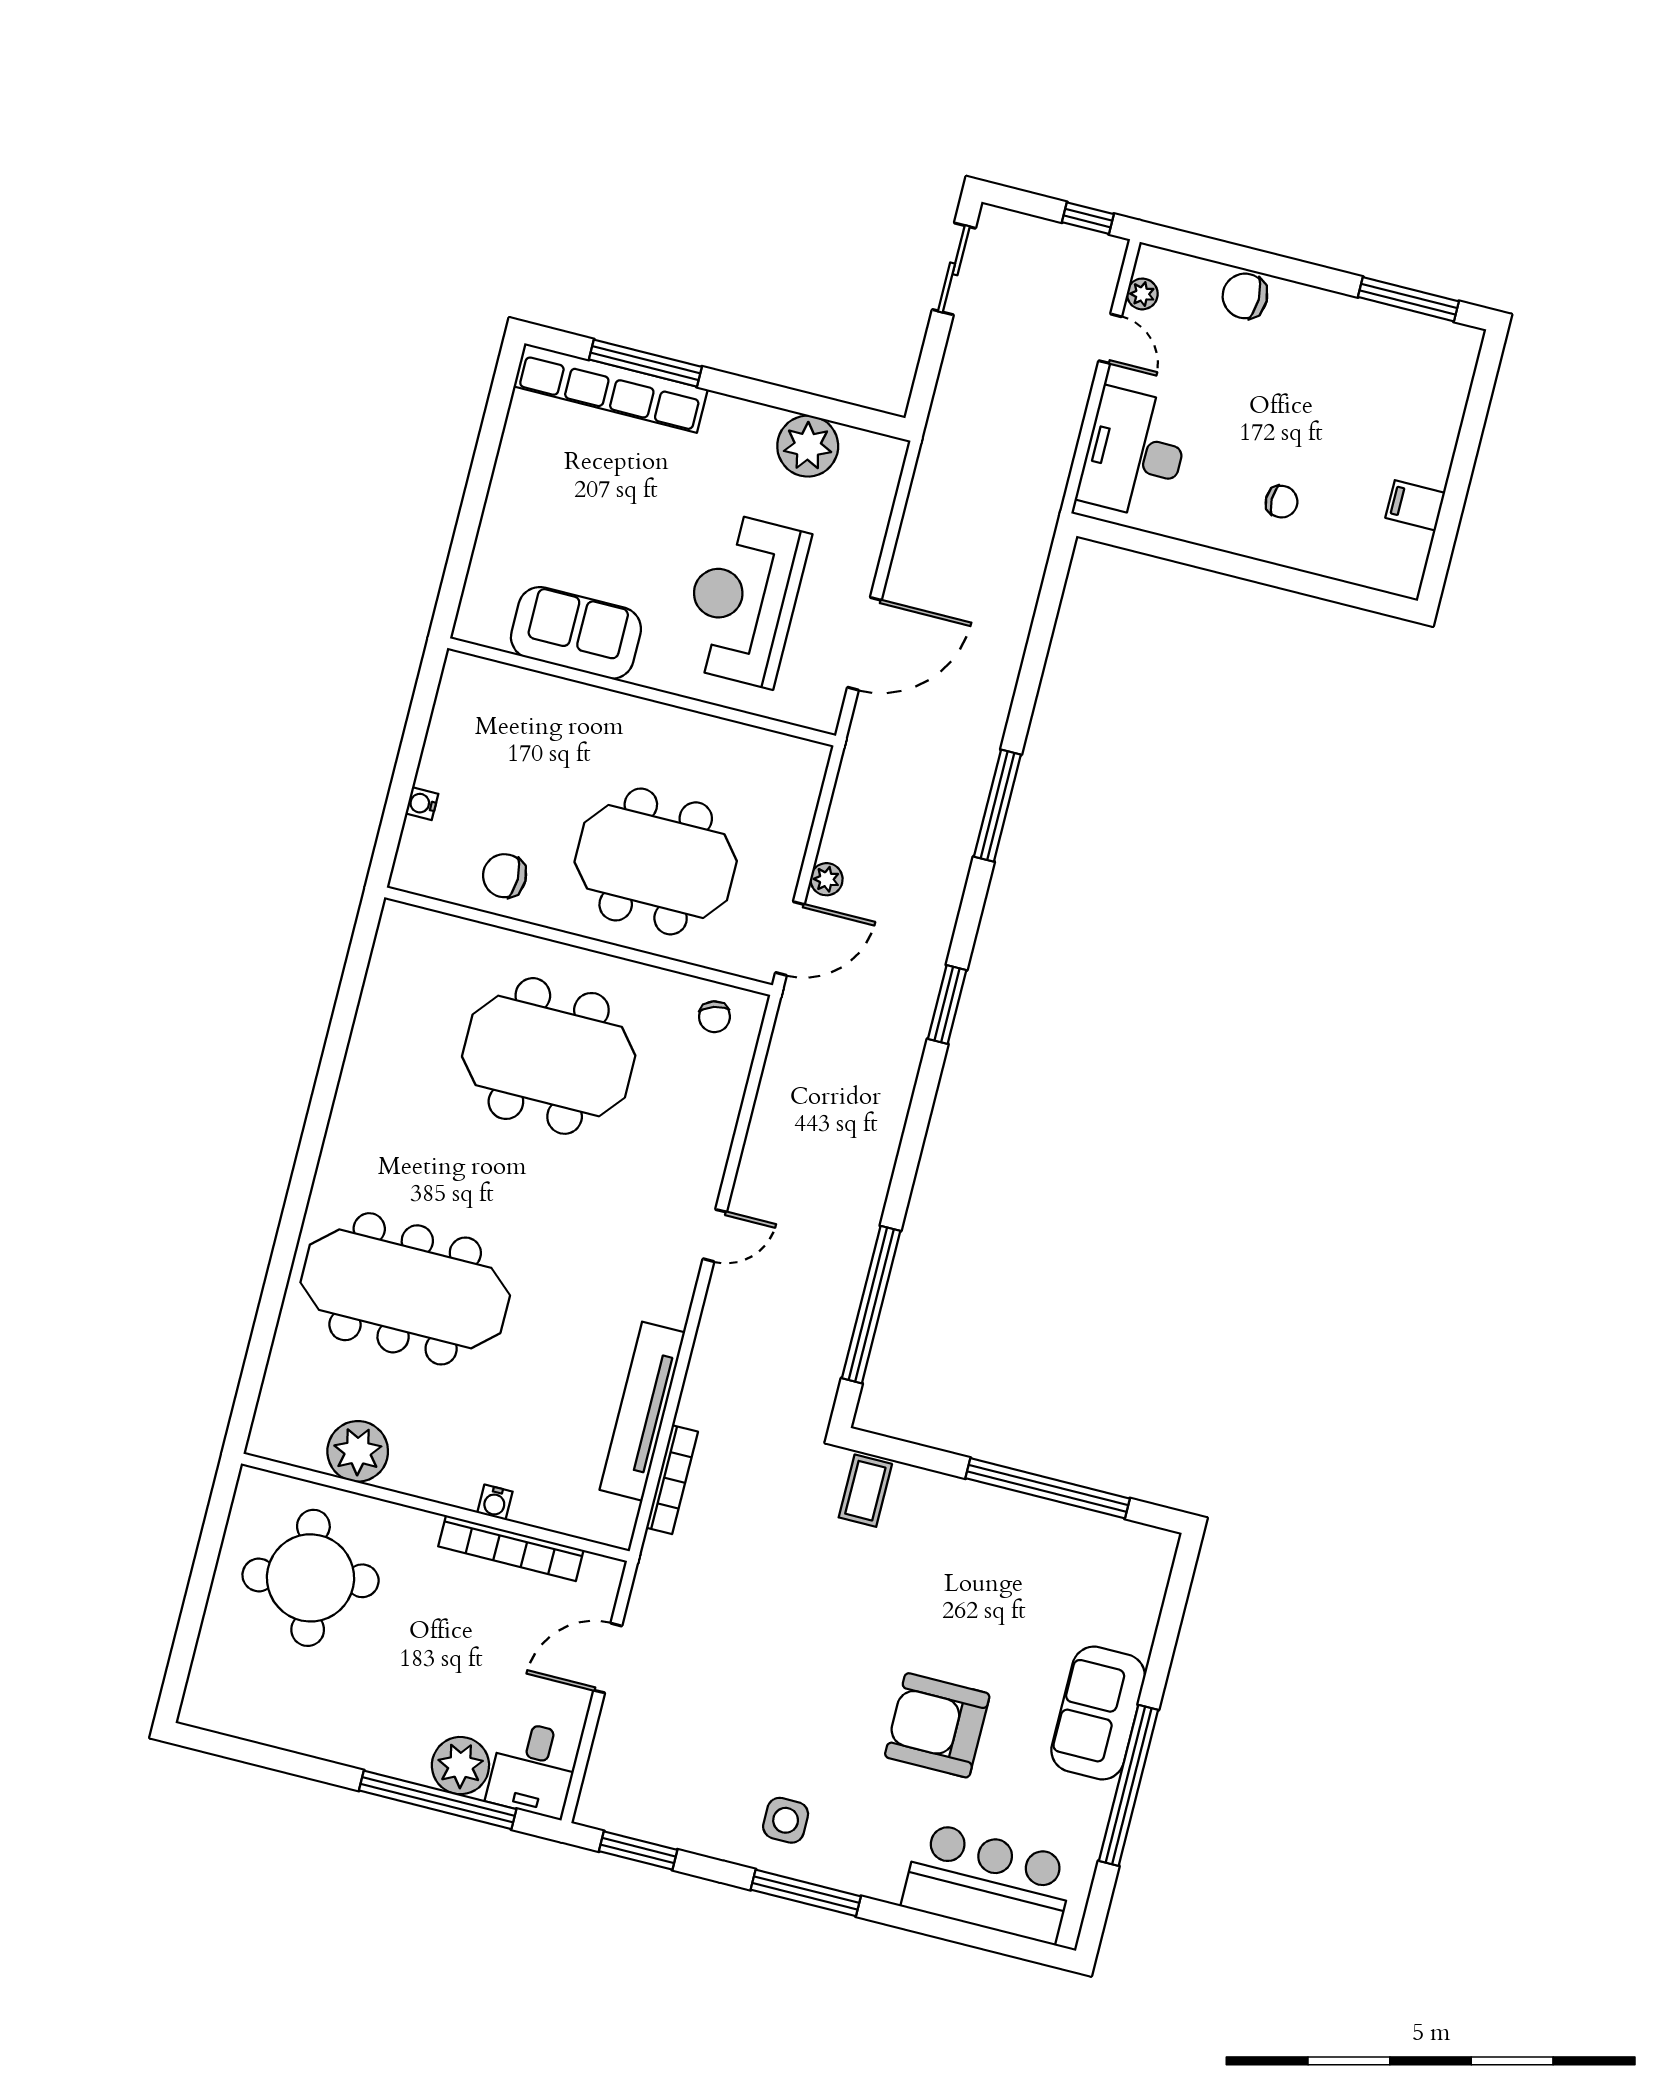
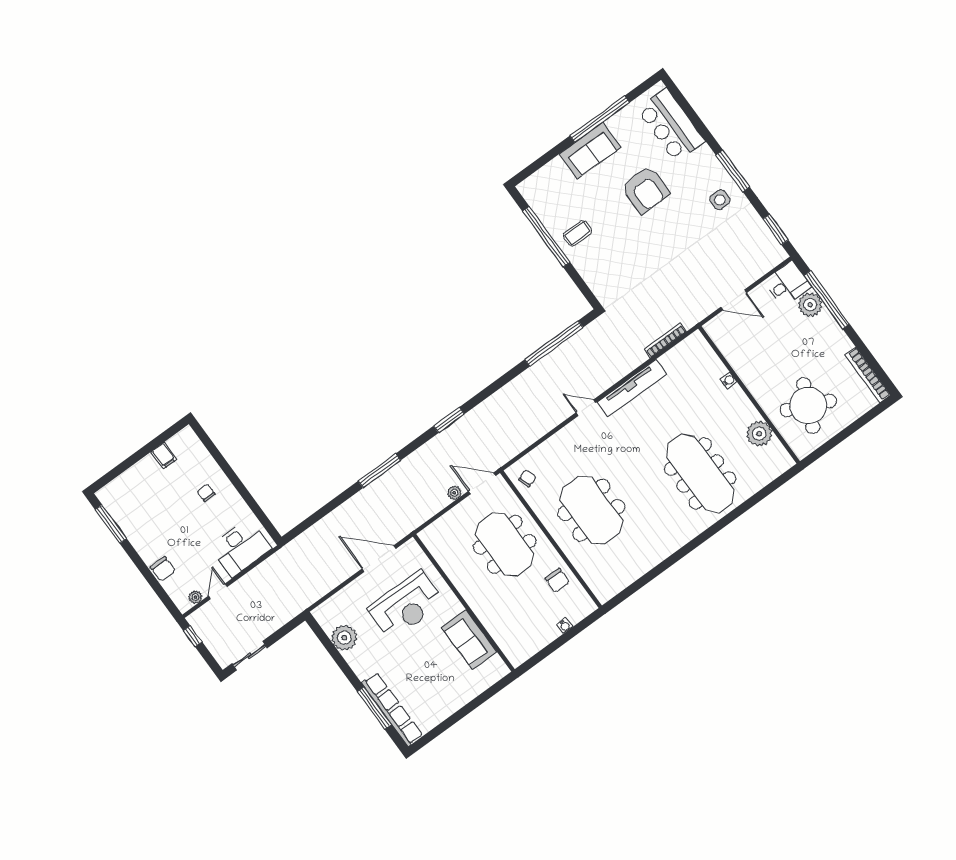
tv unit: (642, 1411) -> (632, 388), moved
coffee table: (865, 1491) -> (578, 233), moved
bookcase: (511, 1548) -> (868, 375), moved, turned 180
round table: (311, 1578) -> (808, 405), turned 35

